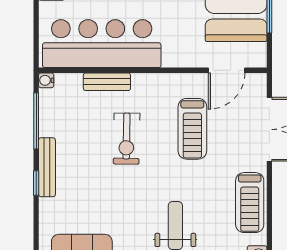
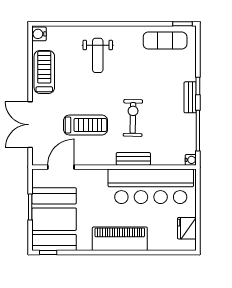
bench: (107, 82) -> (133, 159), moved
treadmill: (192, 129) -> (86, 125), turned 90
bench: (47, 167) -> (190, 97), width x0.73

